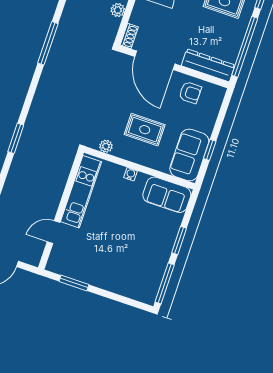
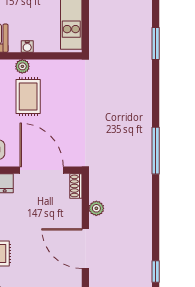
rug: (145, 130) -> (28, 96), turned 90
plant: (106, 146) -> (22, 66), moved

